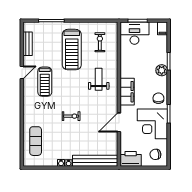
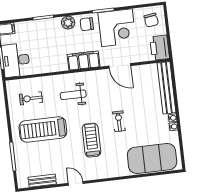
treadmill: (72, 50) -> (43, 129), turned 180
plant: (162, 70) -> (68, 23), moved
treadmill: (45, 82) -> (91, 140), moved, turned -90
exercise mat: (36, 141) -> (152, 158), width x2.00, depth x1.45

